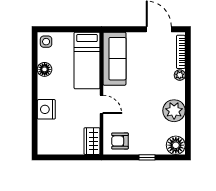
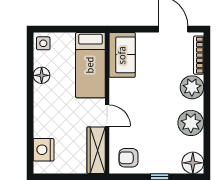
sofa: (114, 59) -> (122, 55), width x0.73
plant: (180, 75) -> (192, 87), width x1.88, depth x1.88
nightstand: (46, 109) -> (44, 150), moved
wardrobe: (92, 141) -> (96, 150), width x1.50

